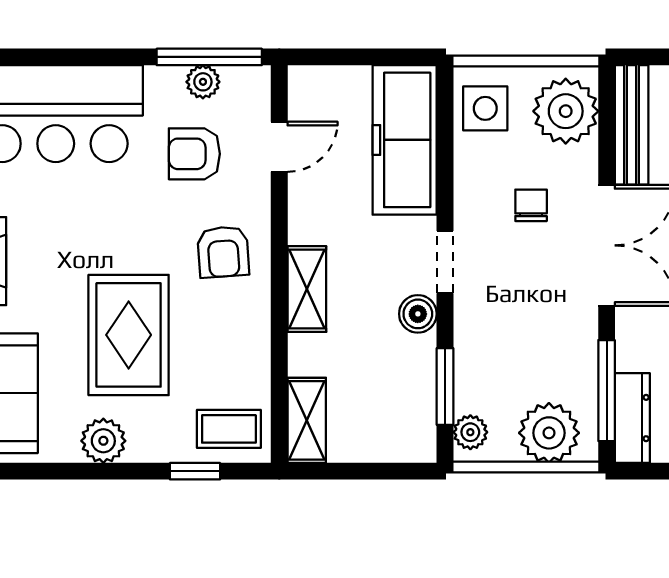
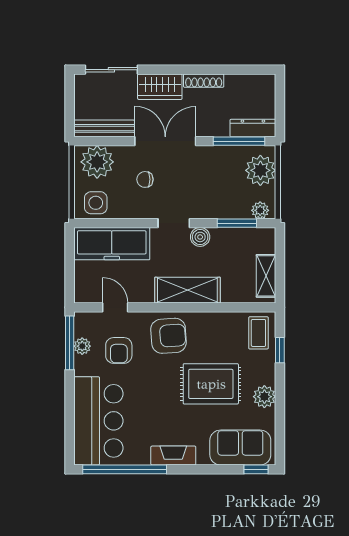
armchair: (223, 252) -> (169, 336), width x1.38, depth x1.38
shelving: (307, 289) -> (187, 290), width x1.50, depth x1.33
shelving: (307, 420) -> (266, 276), moved, turned 90

